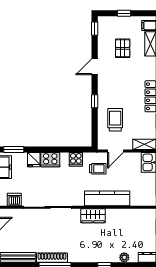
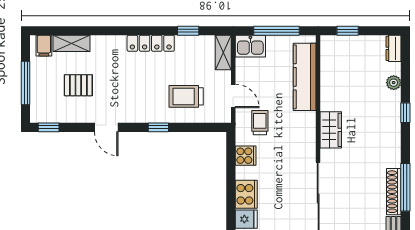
window: (124, 13) -> (26, 83), width x2.17
kitchen counter: (107, 198) -> (305, 77), moved

